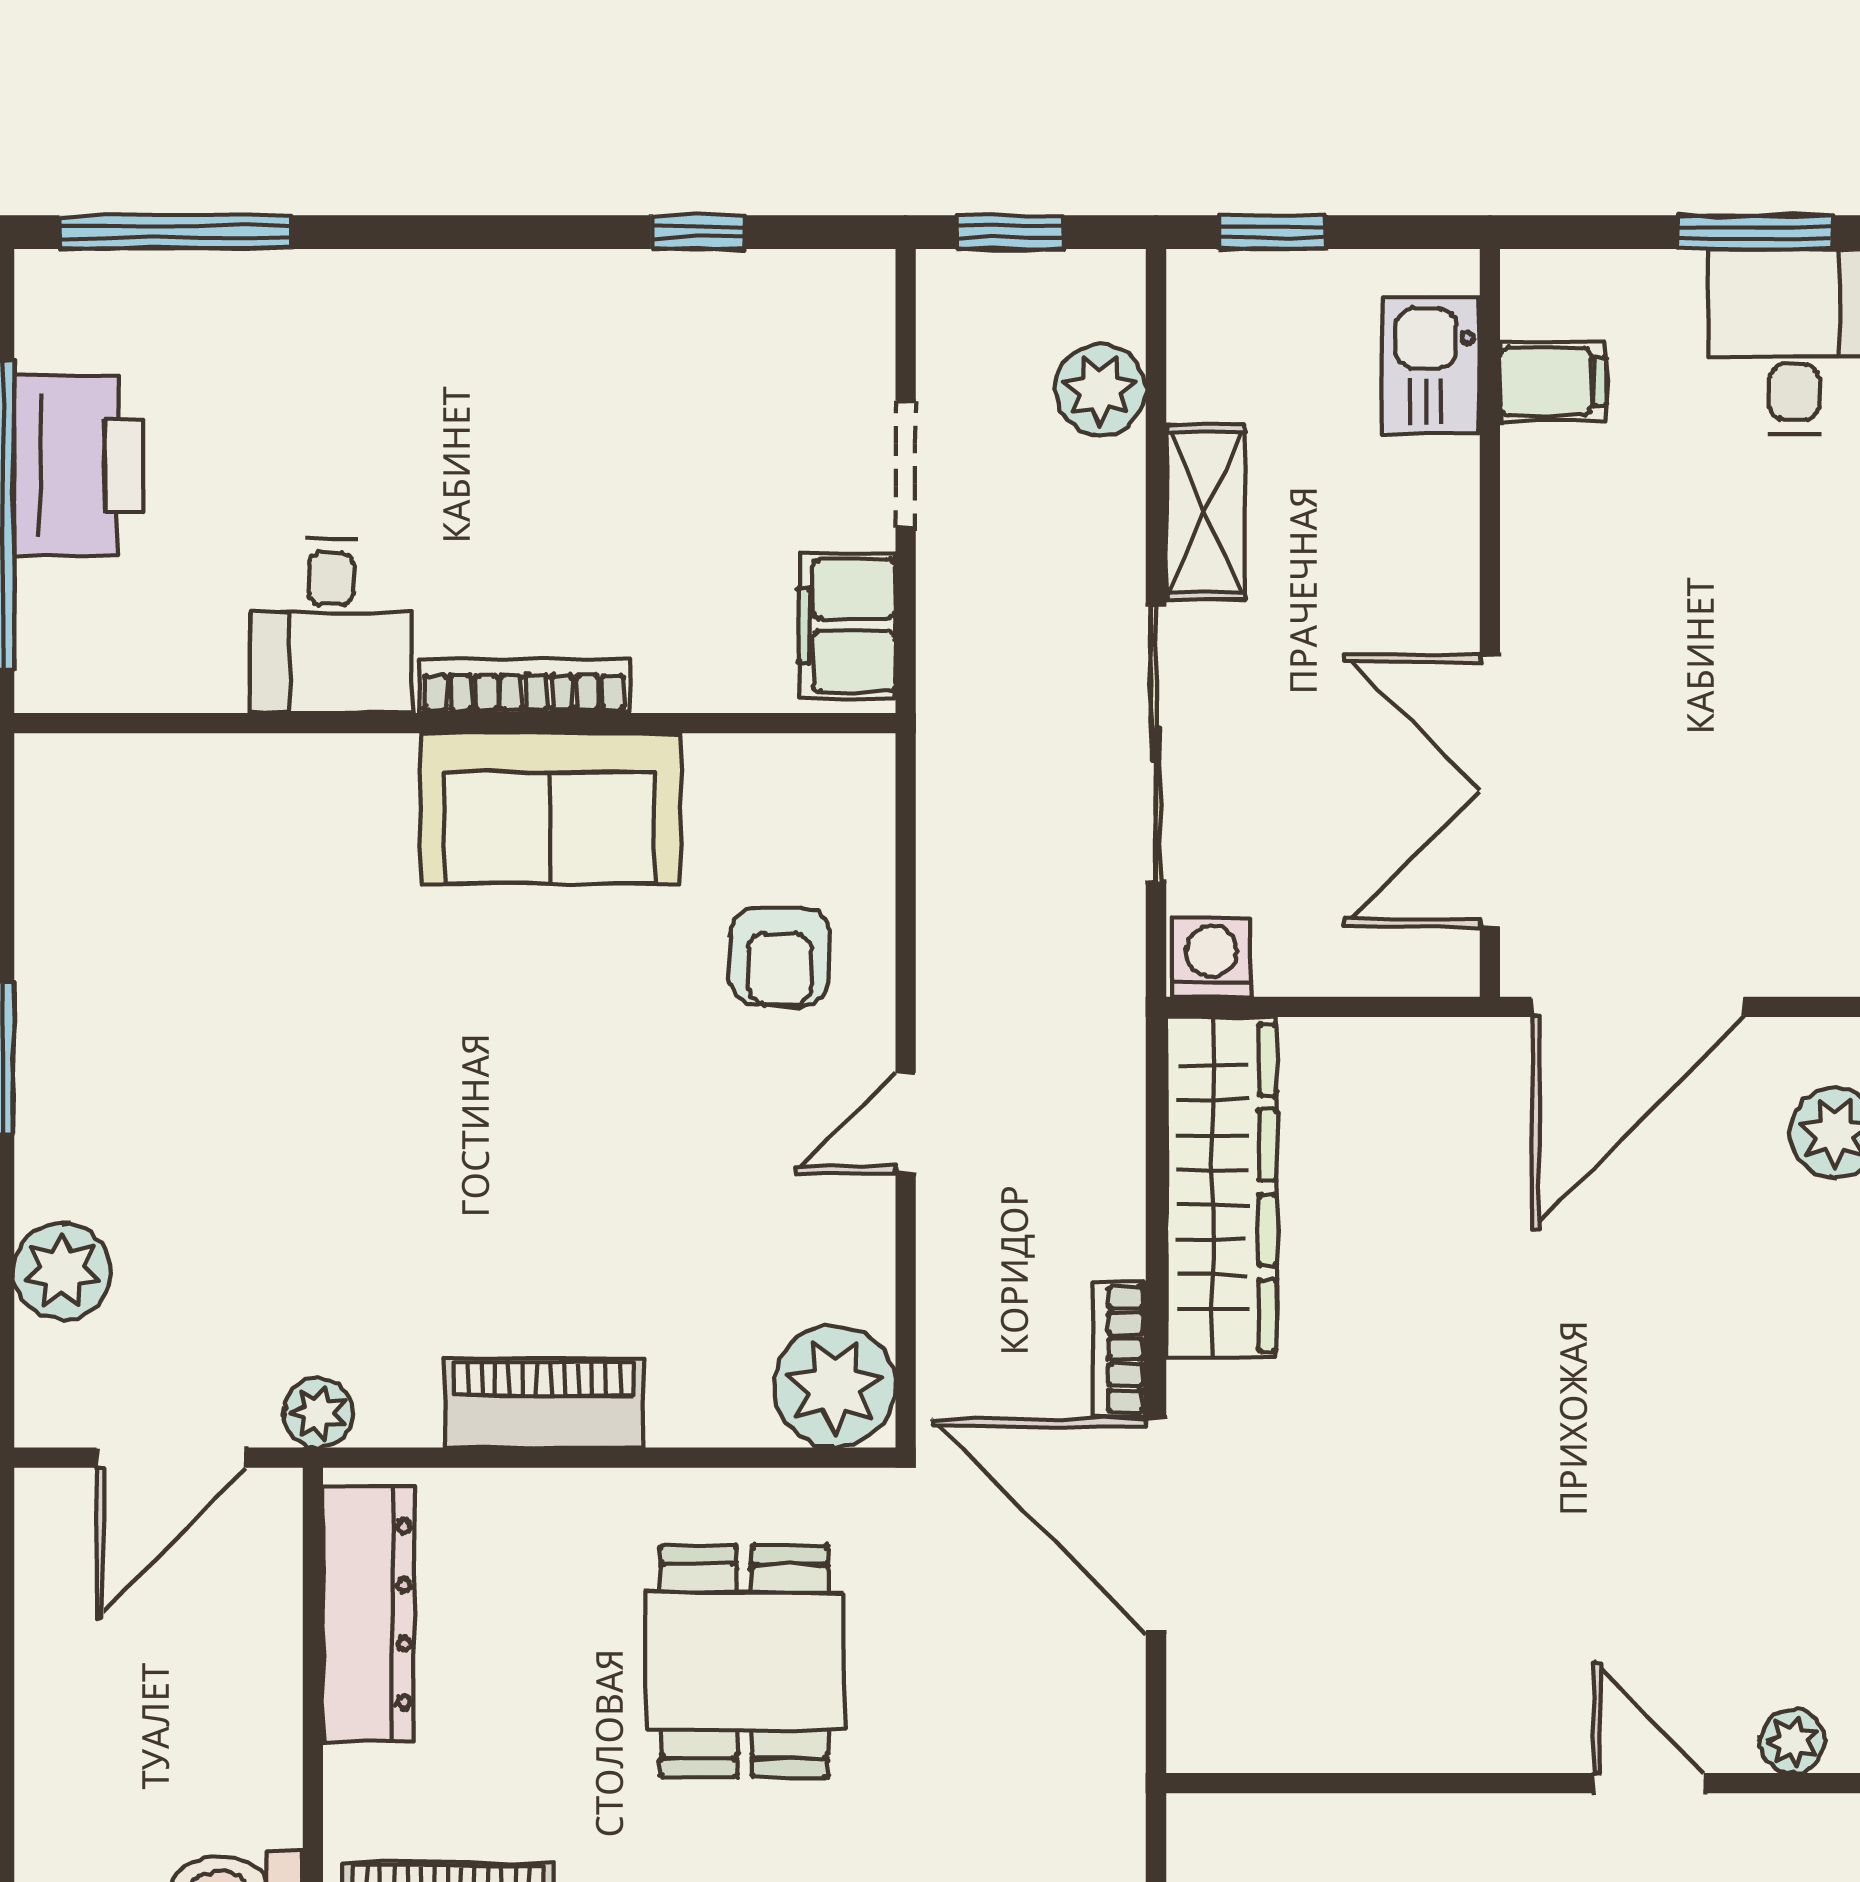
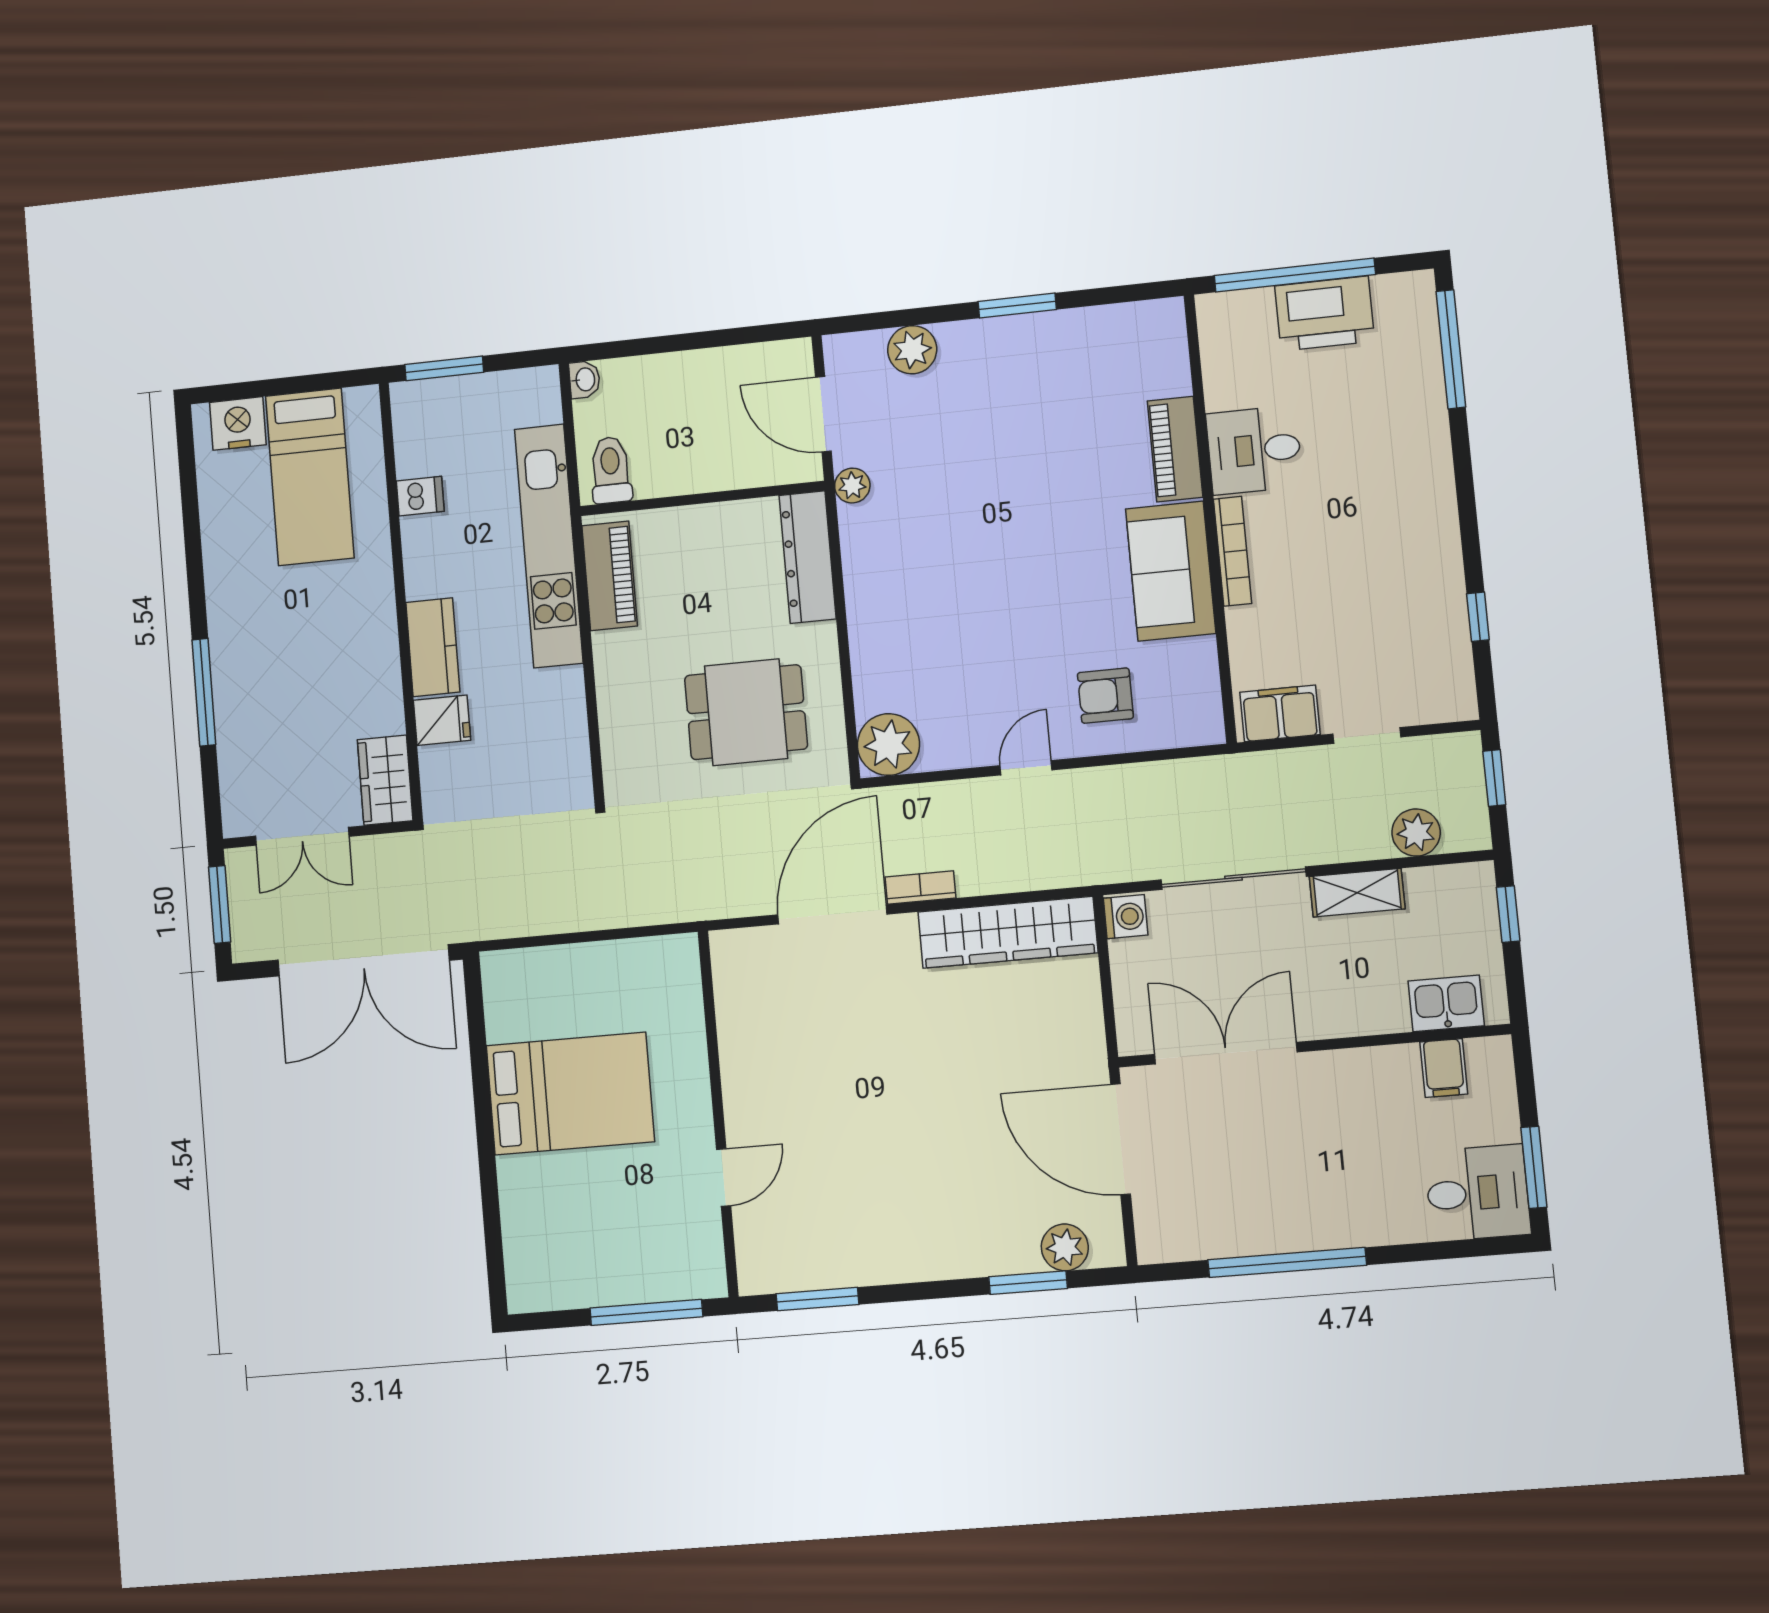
door: (906, 1123) -> (1026, 768), hinge flipped
piano: (544, 1403) -> (1175, 449), moved, turned 180
dresser: (368, 1614) -> (808, 557), moved, turned 90
plant: (1793, 1741) -> (751, 1250), removed

